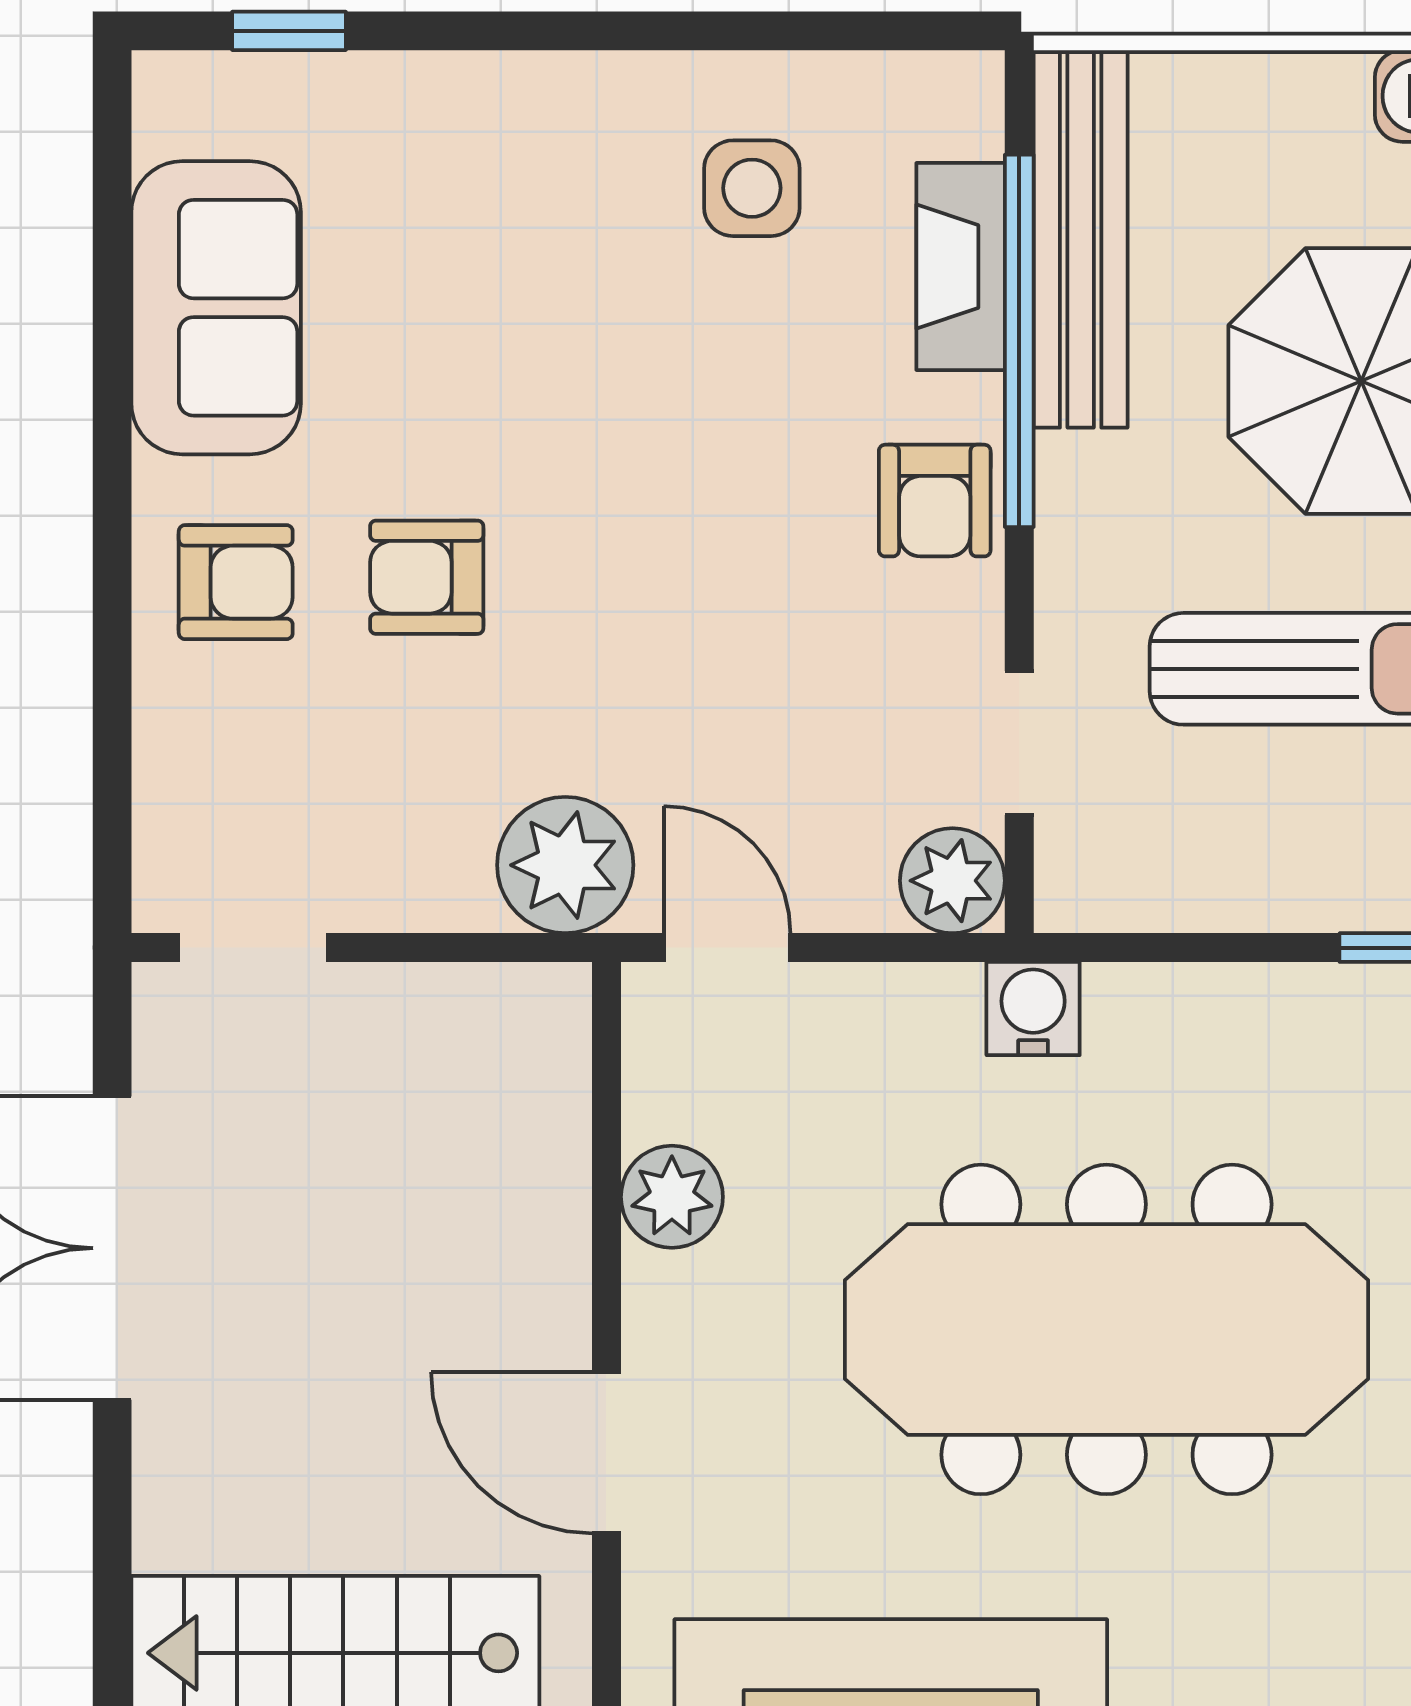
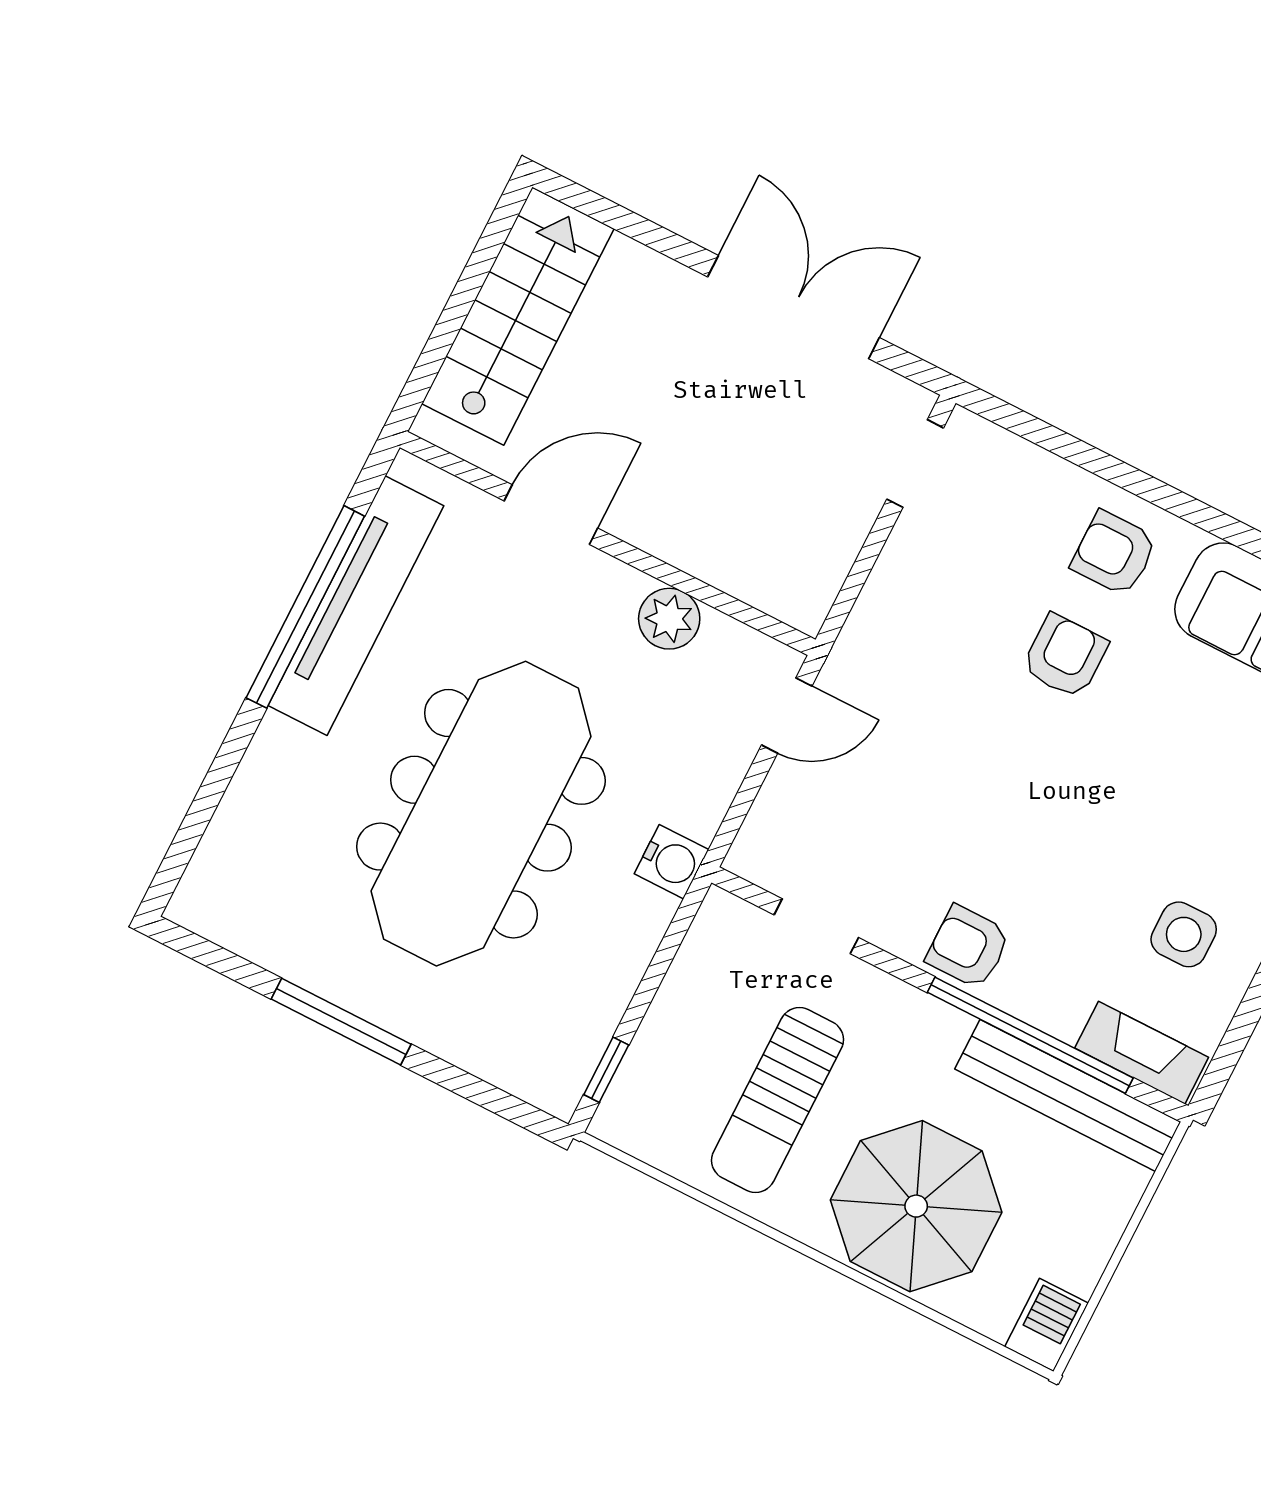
fireplace: (961, 267) -> (1142, 1053), moved
armchair: (236, 582) -> (1114, 553), turned 90
plant: (565, 865) -> (874, 652), removed
plant: (952, 881) -> (761, 853), removed

